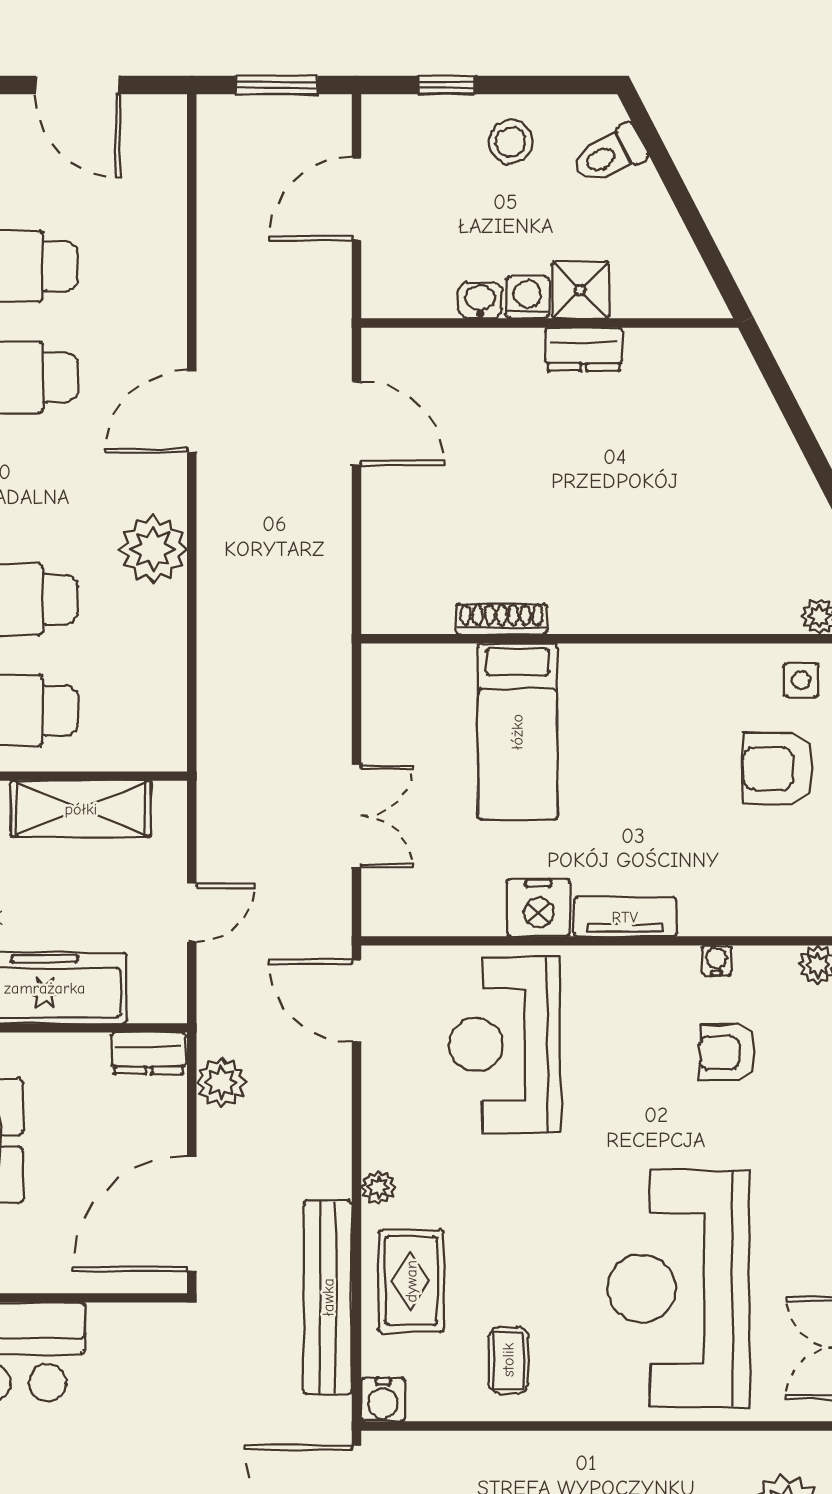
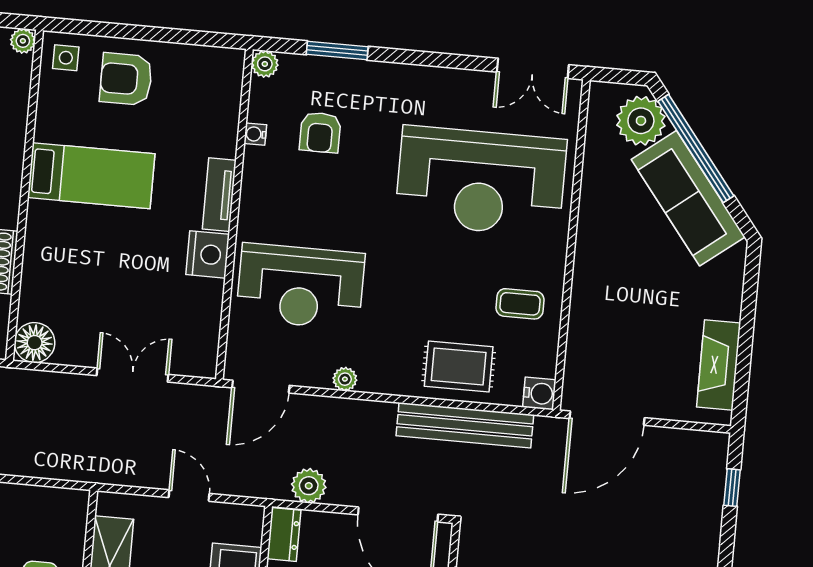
floor lamp: (390, 672) -> (35, 343), added
bed: (517, 732) -> (91, 176), moved
armchair: (778, 769) -> (126, 79), turned 90
plant: (378, 1187) -> (345, 379), moved

